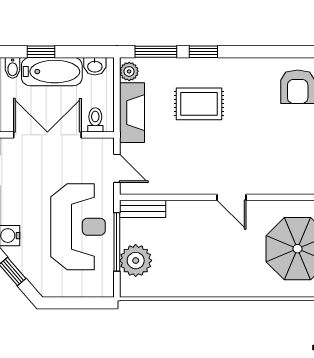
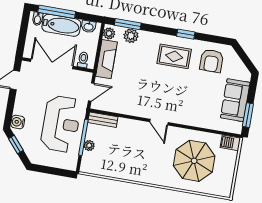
window: (41, 52) -> (57, 12), width x2.17
window: (203, 52) -> (186, 34), moved
plant: (164, 69) -> (131, 36), added
rug: (199, 104) -> (174, 56), moved
door: (117, 168) -> (91, 92), hinge flipped
plant: (136, 261) -> (89, 145), width x0.53, depth x0.53

